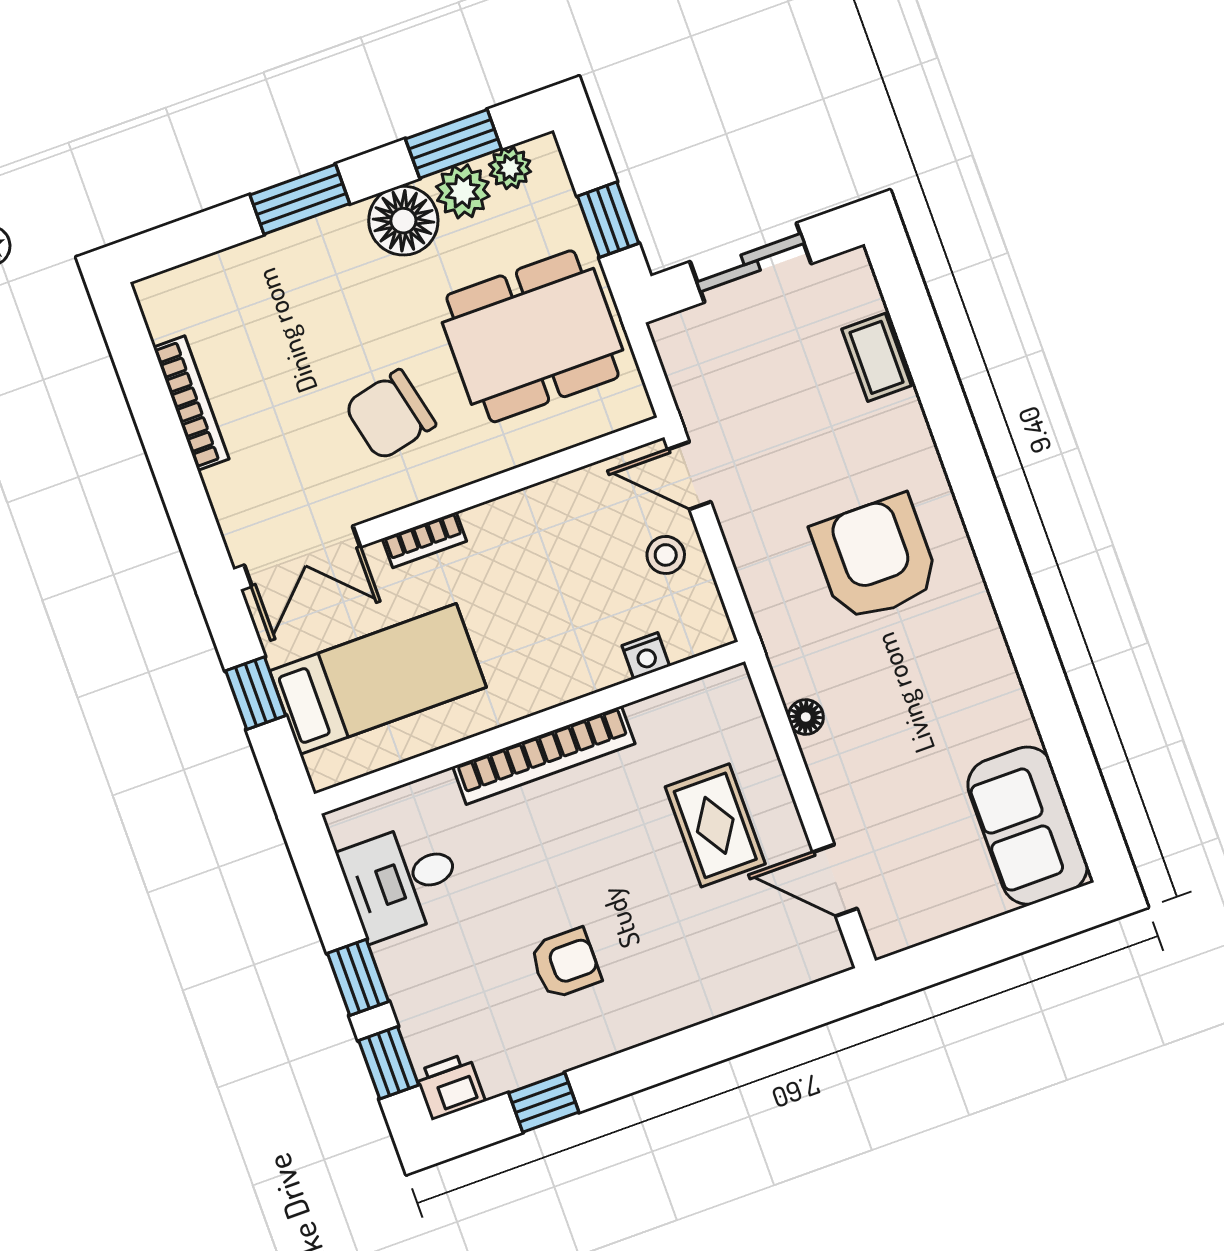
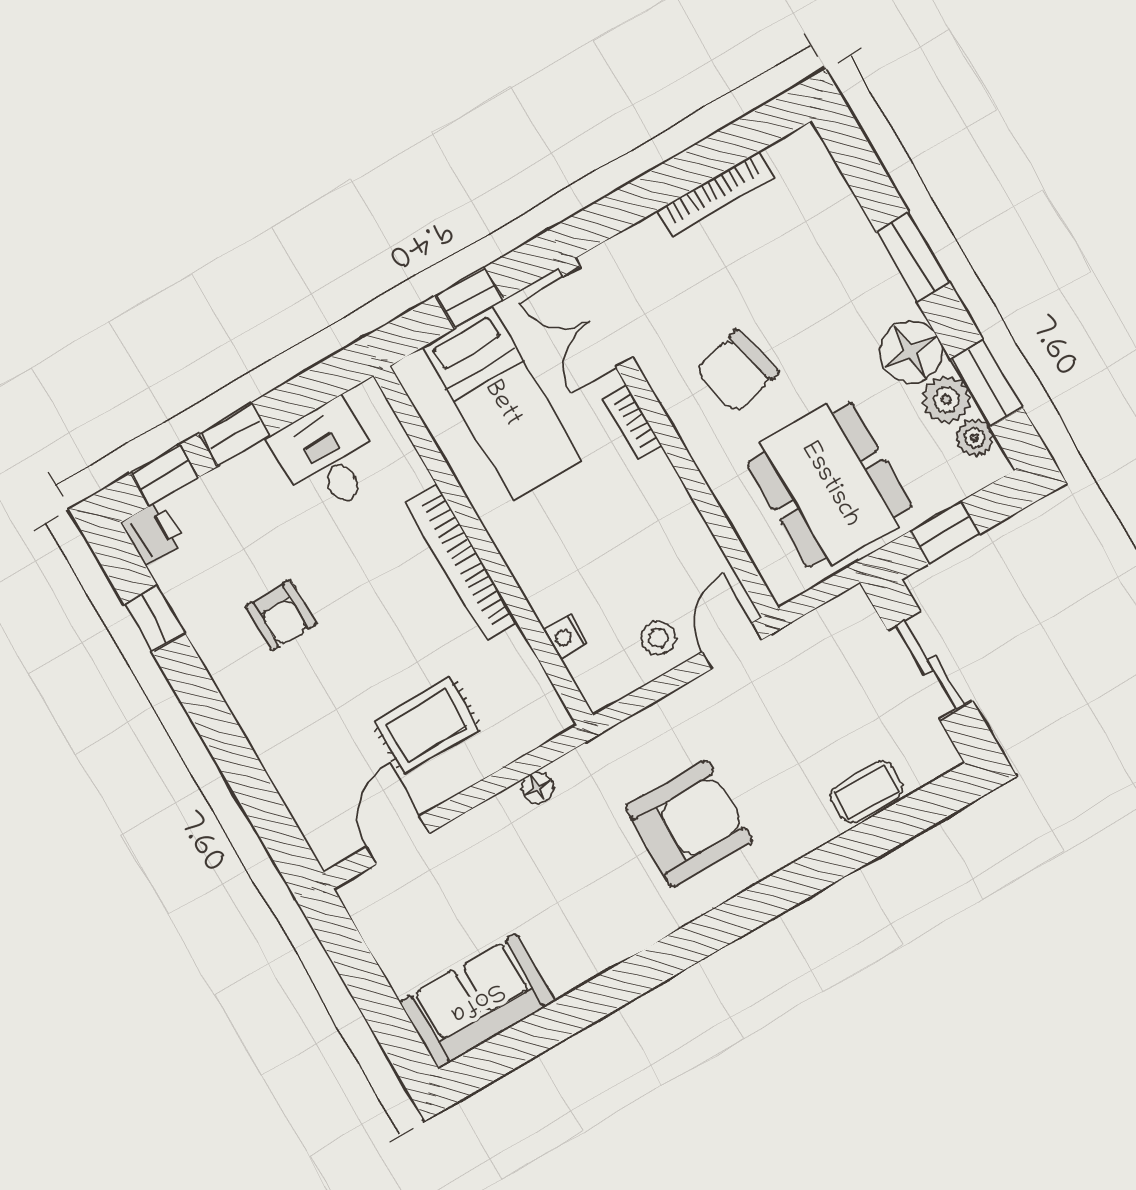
chair: (390, 415) -> (737, 372), turned -92

